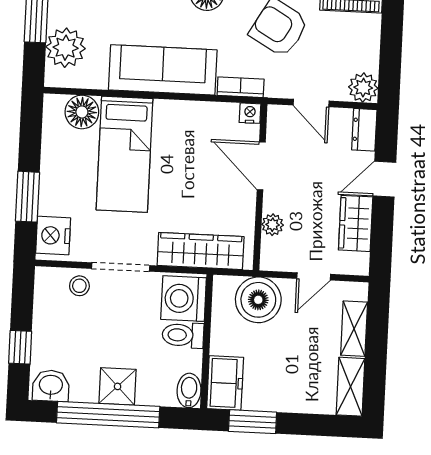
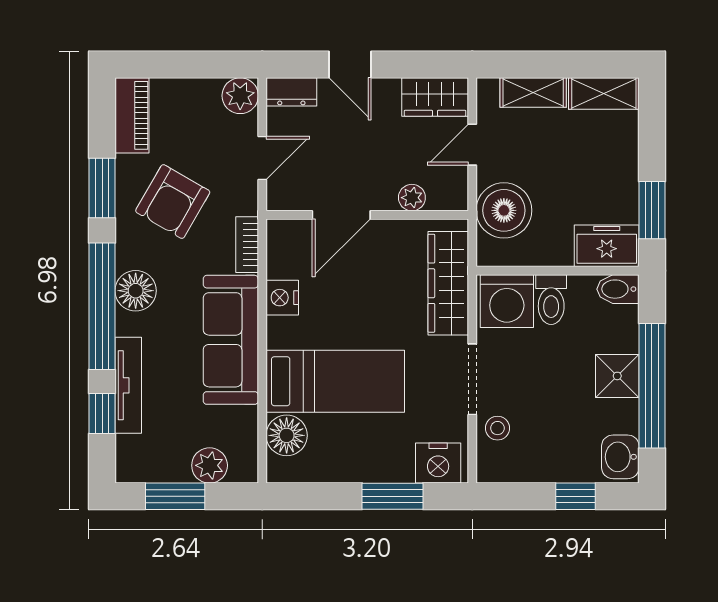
plant: (66, 48) -> (210, 465), width x0.73, depth x0.73
nightstand: (250, 113) -> (282, 298), moved, width x1.39, depth x1.35
wardrobe: (356, 223) -> (435, 97), moved
door: (314, 276) -> (472, 145), swing flipped

